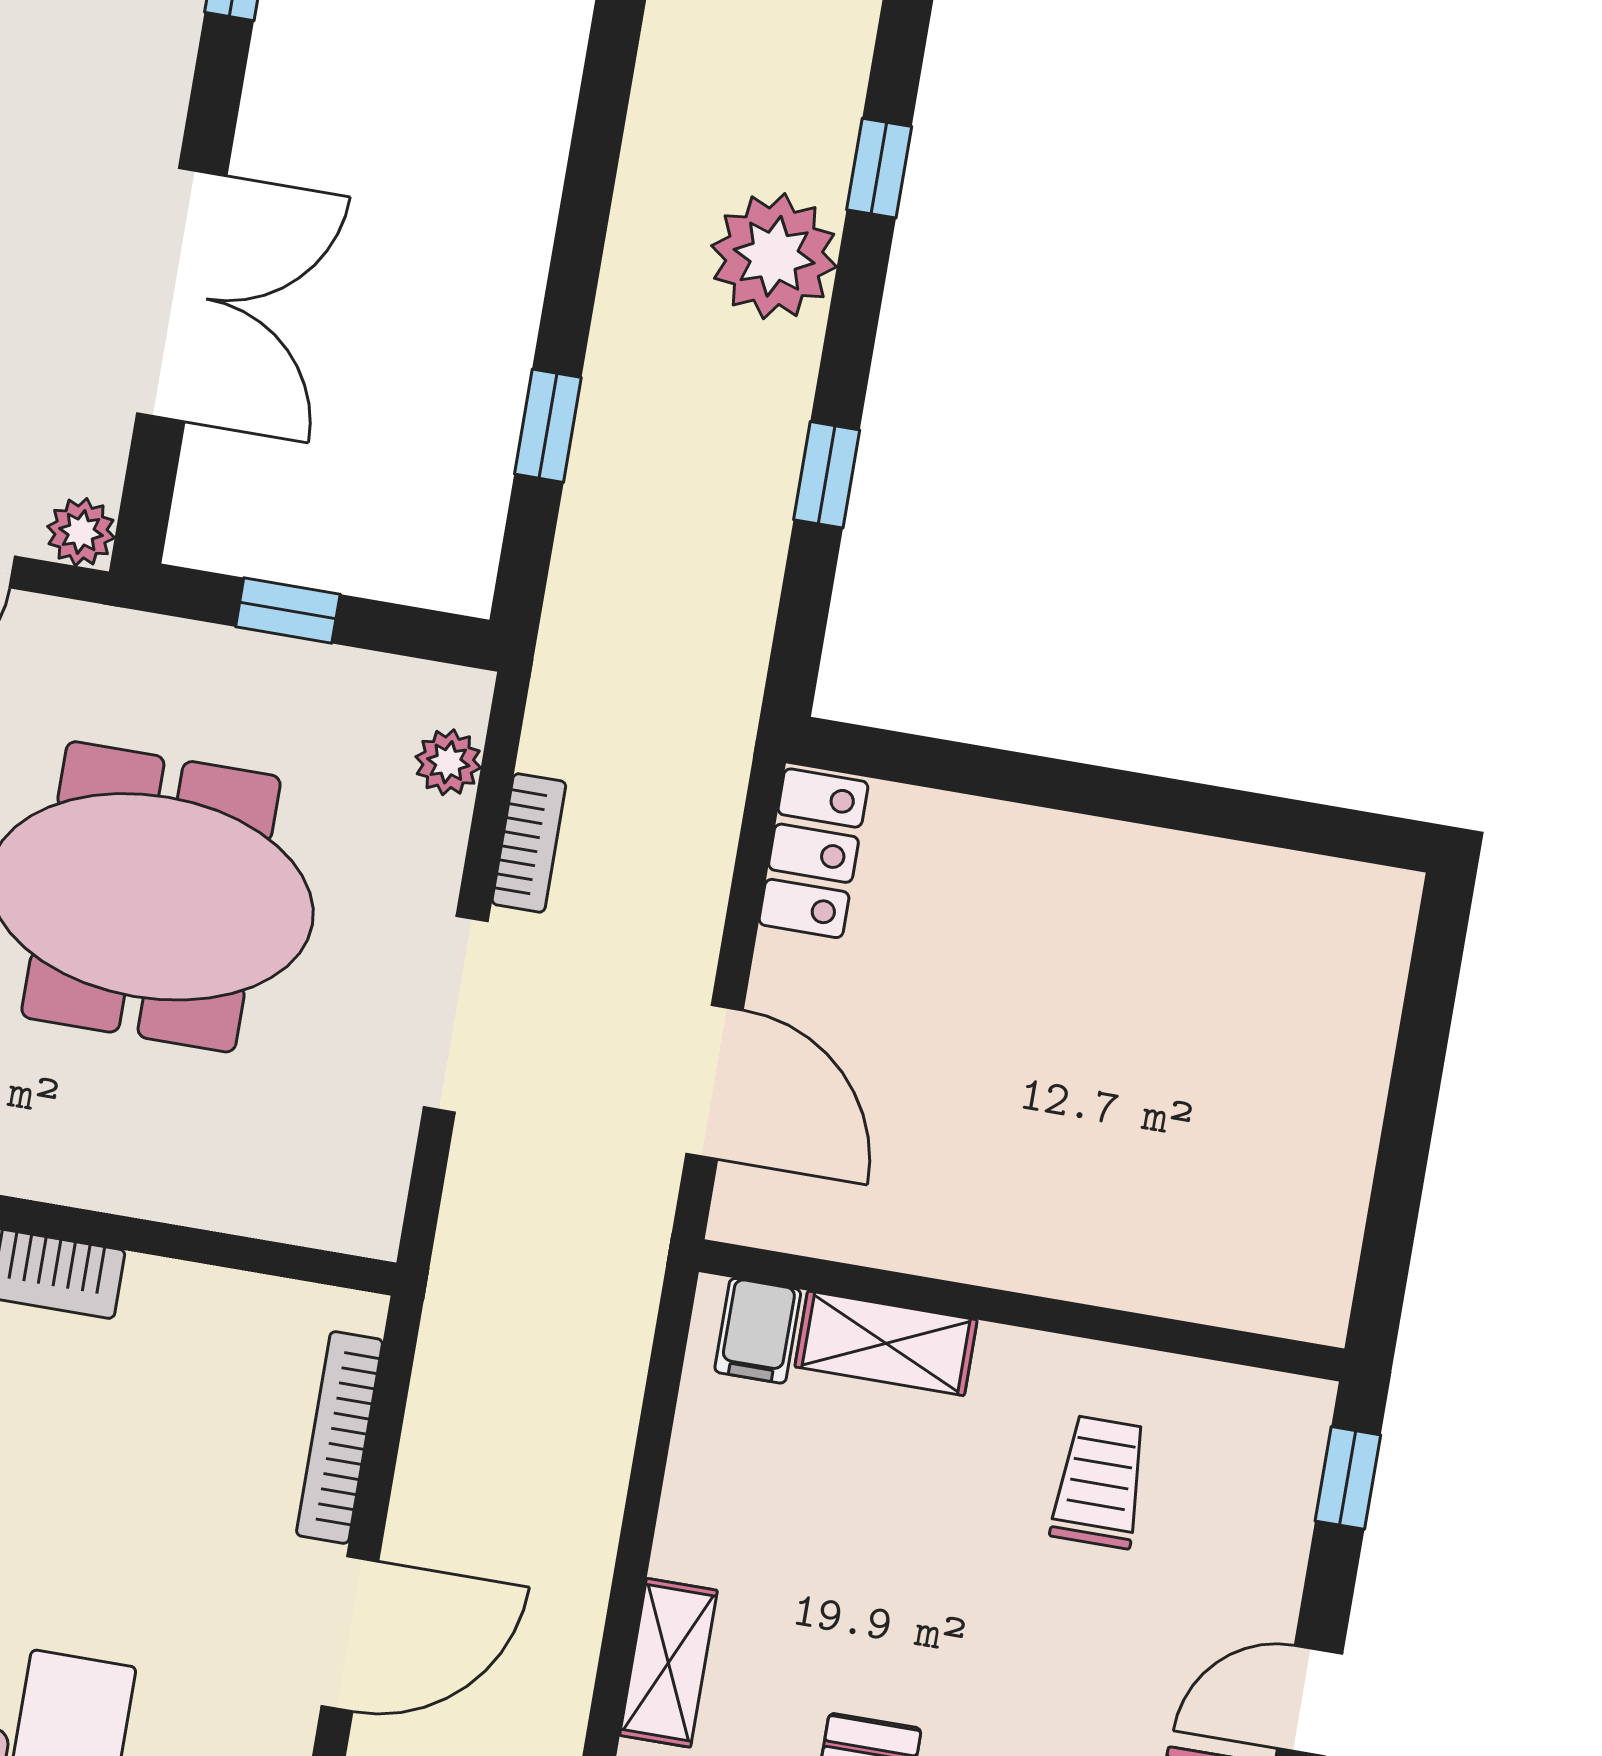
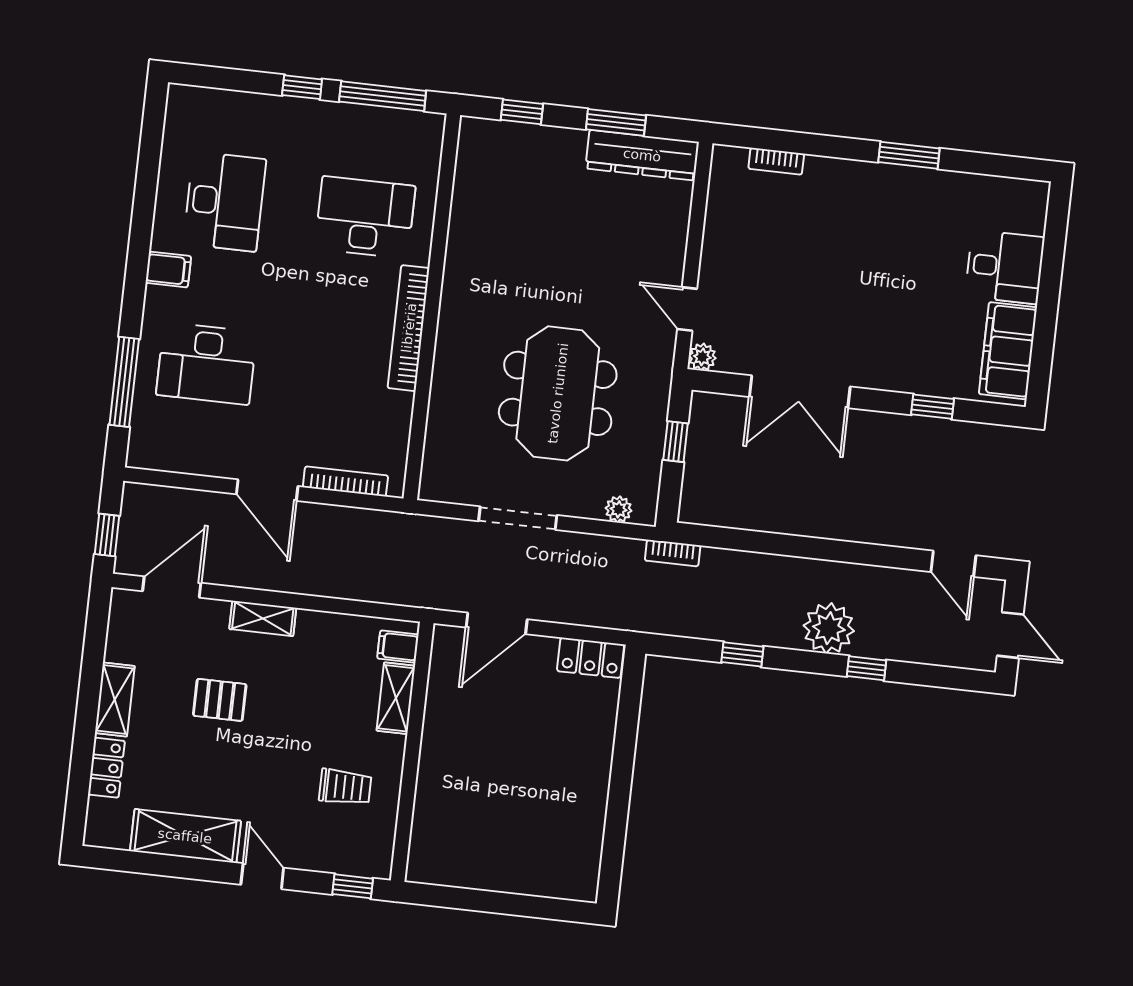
window: (548, 426) -> (756, 542), removed
bookcase: (529, 843) -> (673, 553), moved

